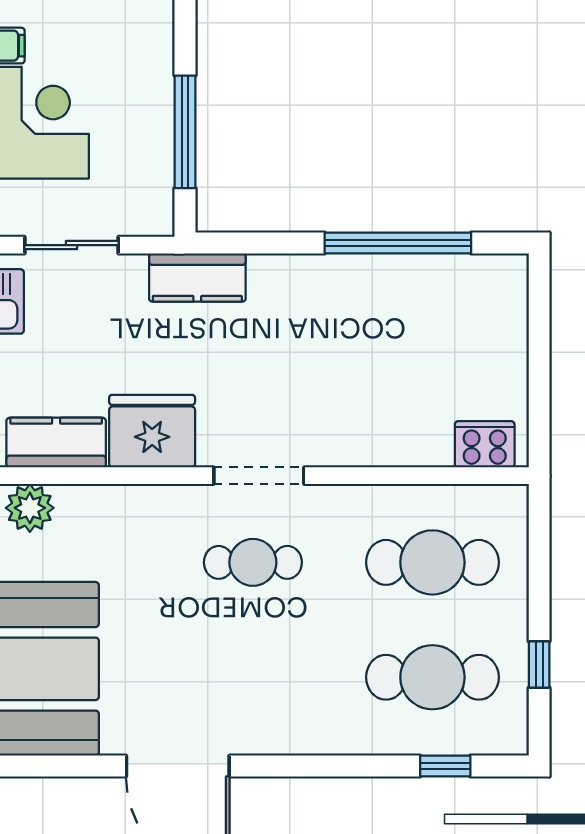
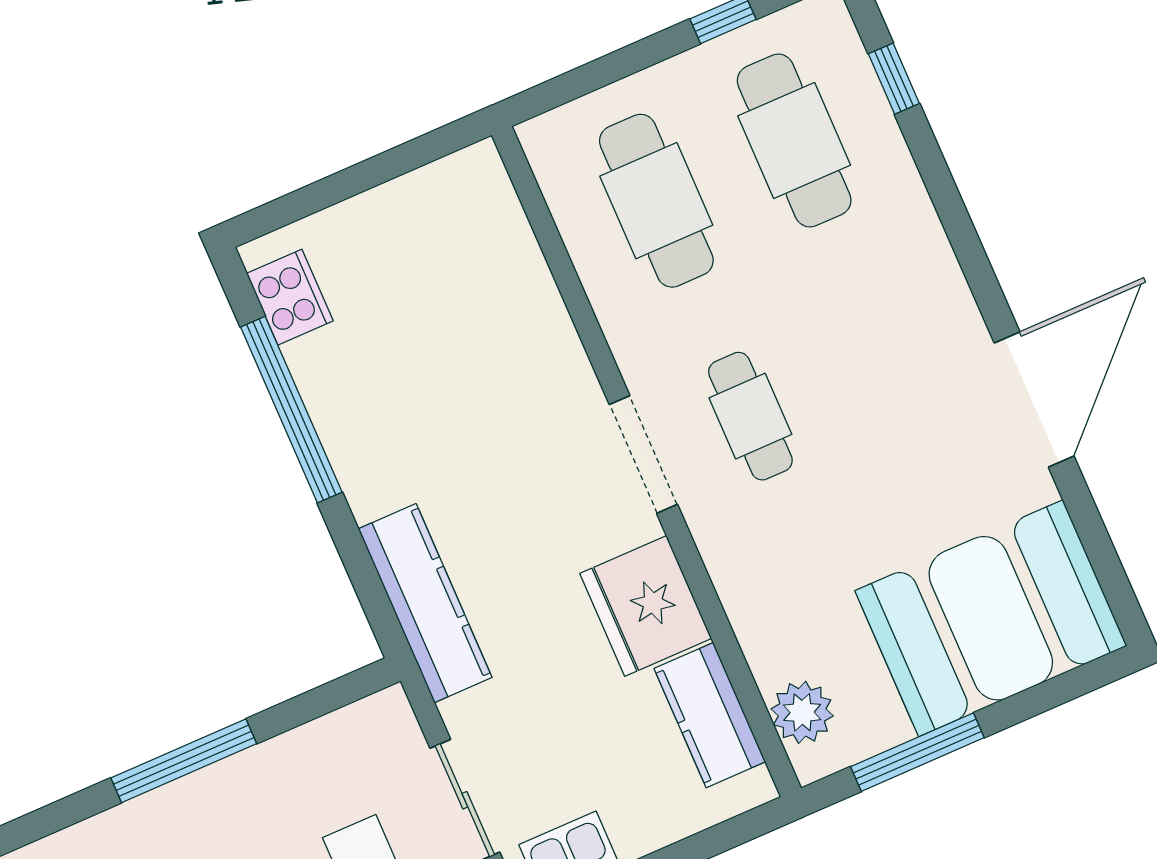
window: (185, 132) -> (184, 761), moved
kitchen counter: (197, 277) -> (425, 603), width x1.50
cooker: (485, 444) -> (290, 297), moved, turned 180

